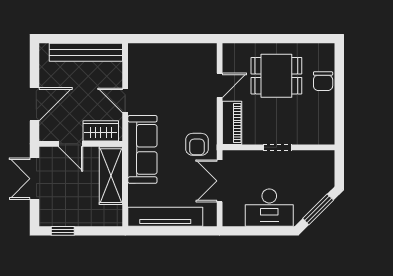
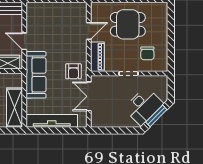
chair: (323, 81) -> (147, 53), moved
shelving: (111, 176) -> (14, 108), moved
desk: (269, 208) -> (144, 106), moved, turned -45

